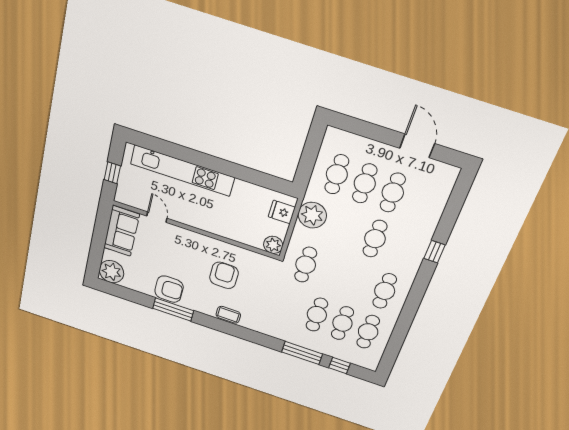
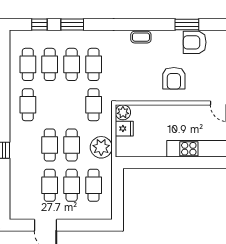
fridge: (282, 212) -> (124, 129), moved
cafe table: (348, 230) -> (72, 145), added
armchair: (224, 275) -> (174, 78), moved
cafe table: (291, 306) -> (94, 64), added
window: (173, 309) -> (187, 25), width x0.69
window: (302, 353) -> (72, 25), width x0.69

